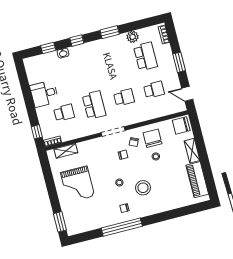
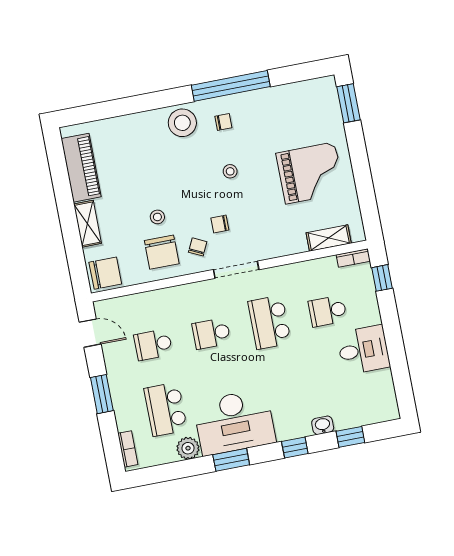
desk: (109, 52) -> (234, 422), added
grand piano: (78, 184) -> (310, 173), turned 90
stool: (143, 188) -> (182, 123), moved

